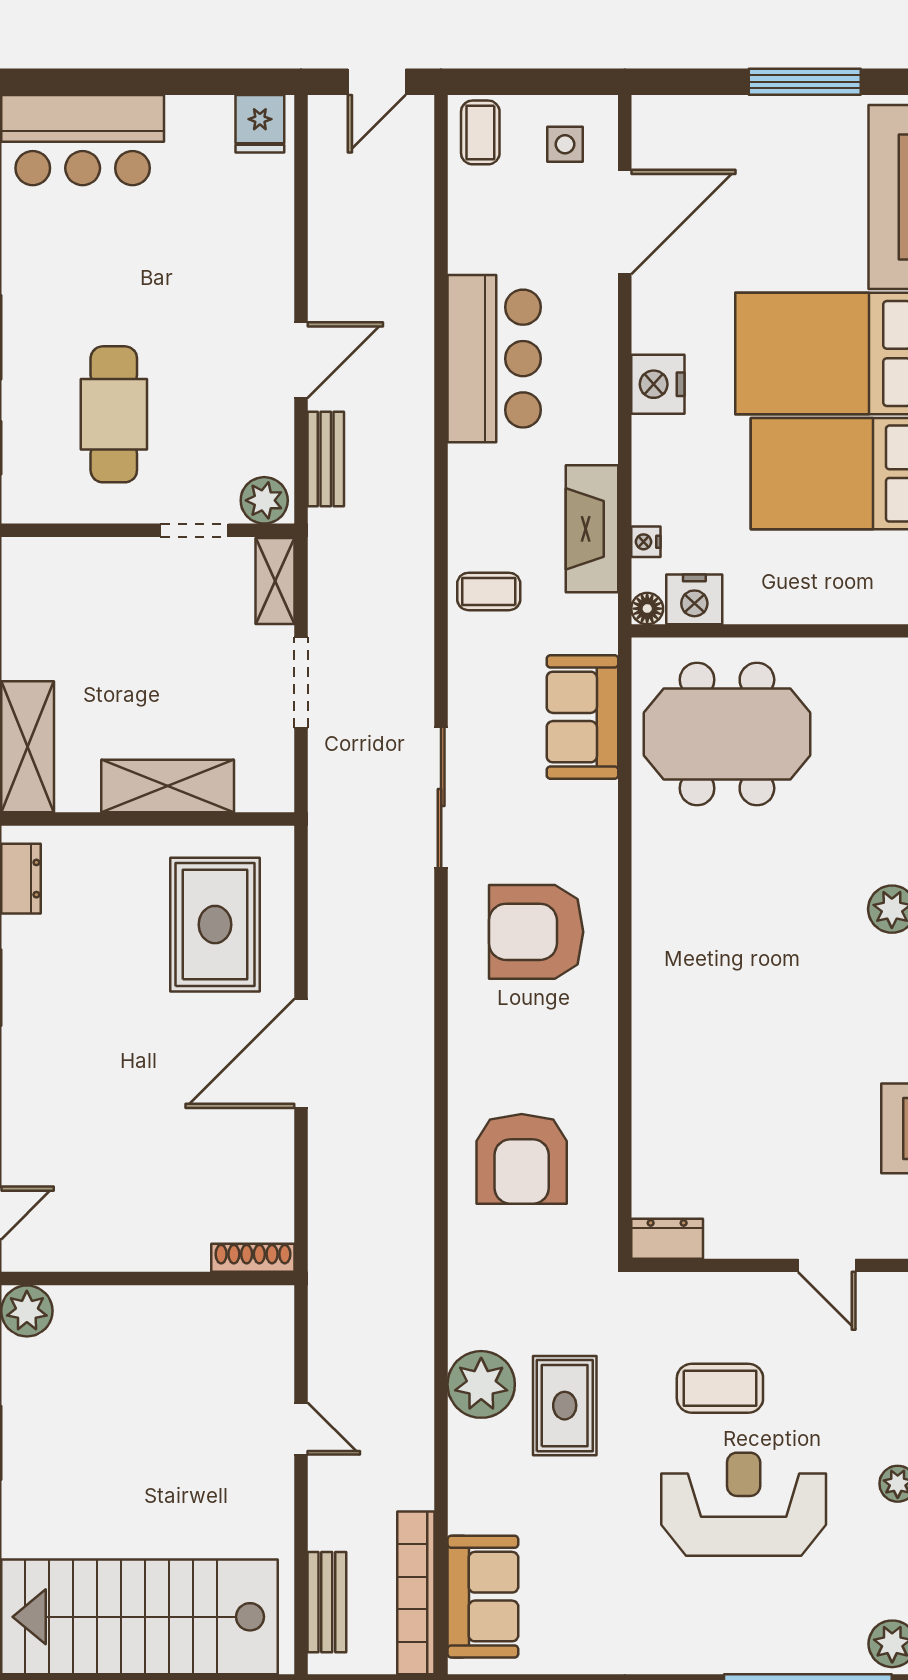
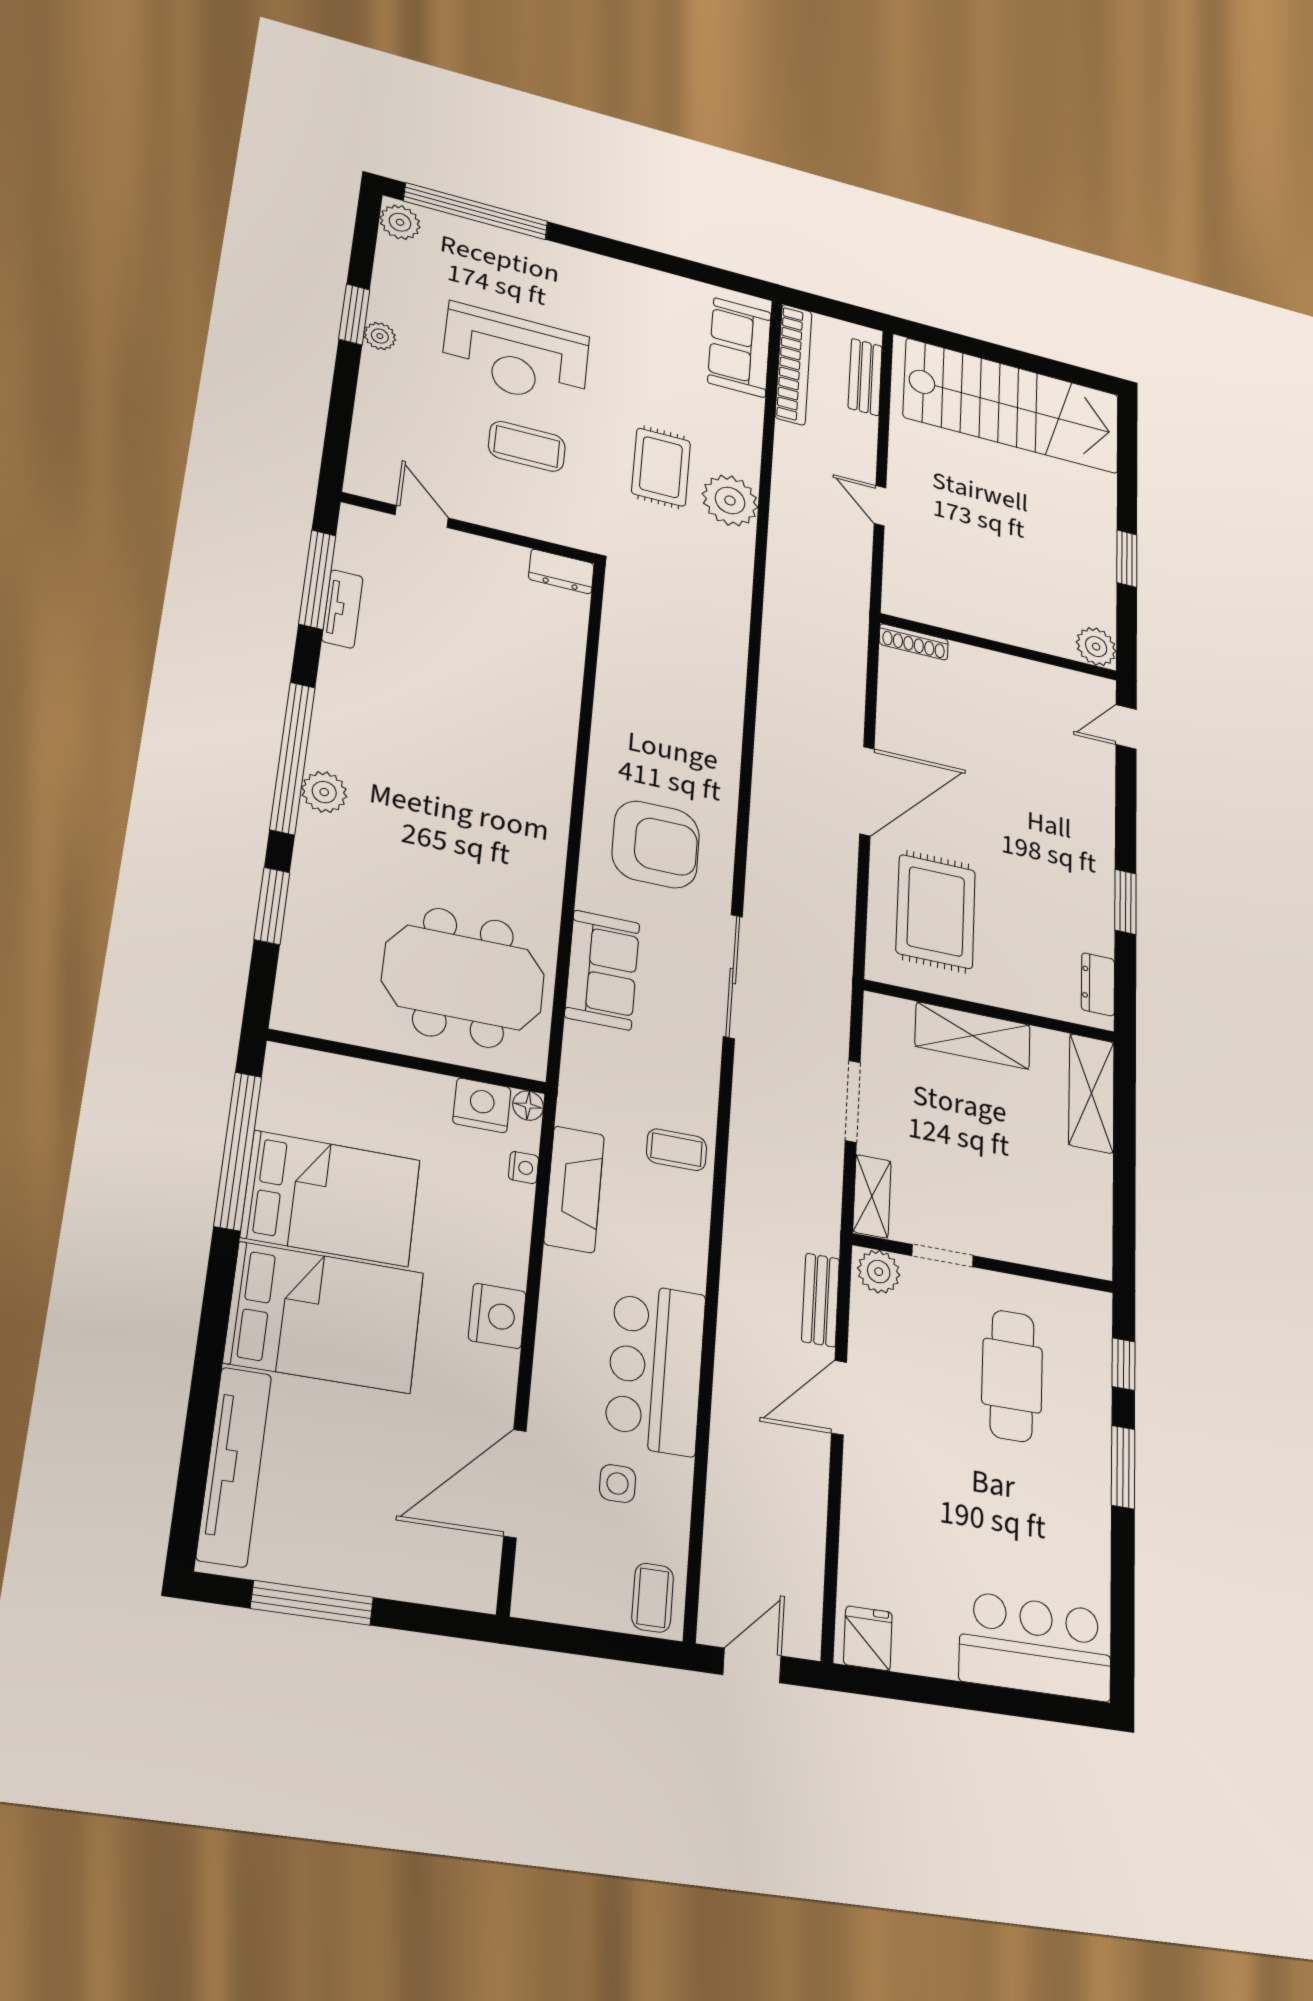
side table: (565, 144) -> (618, 1484), moved
sofa: (582, 717) -> (602, 970), moved
armchair: (522, 1159) -> (683, 664), removed

